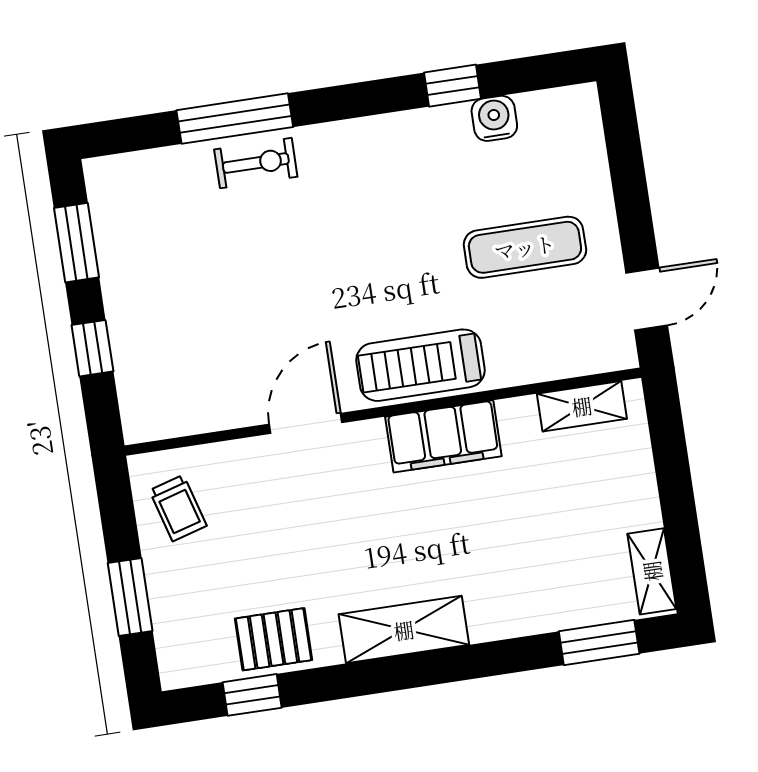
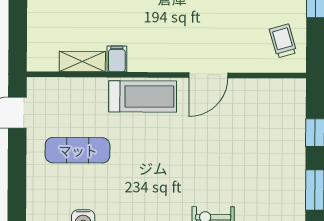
shelving: (582, 406) -> (82, 61), moved
filing cabinet: (443, 436) -> (117, 59), width x0.33, depth x0.86

